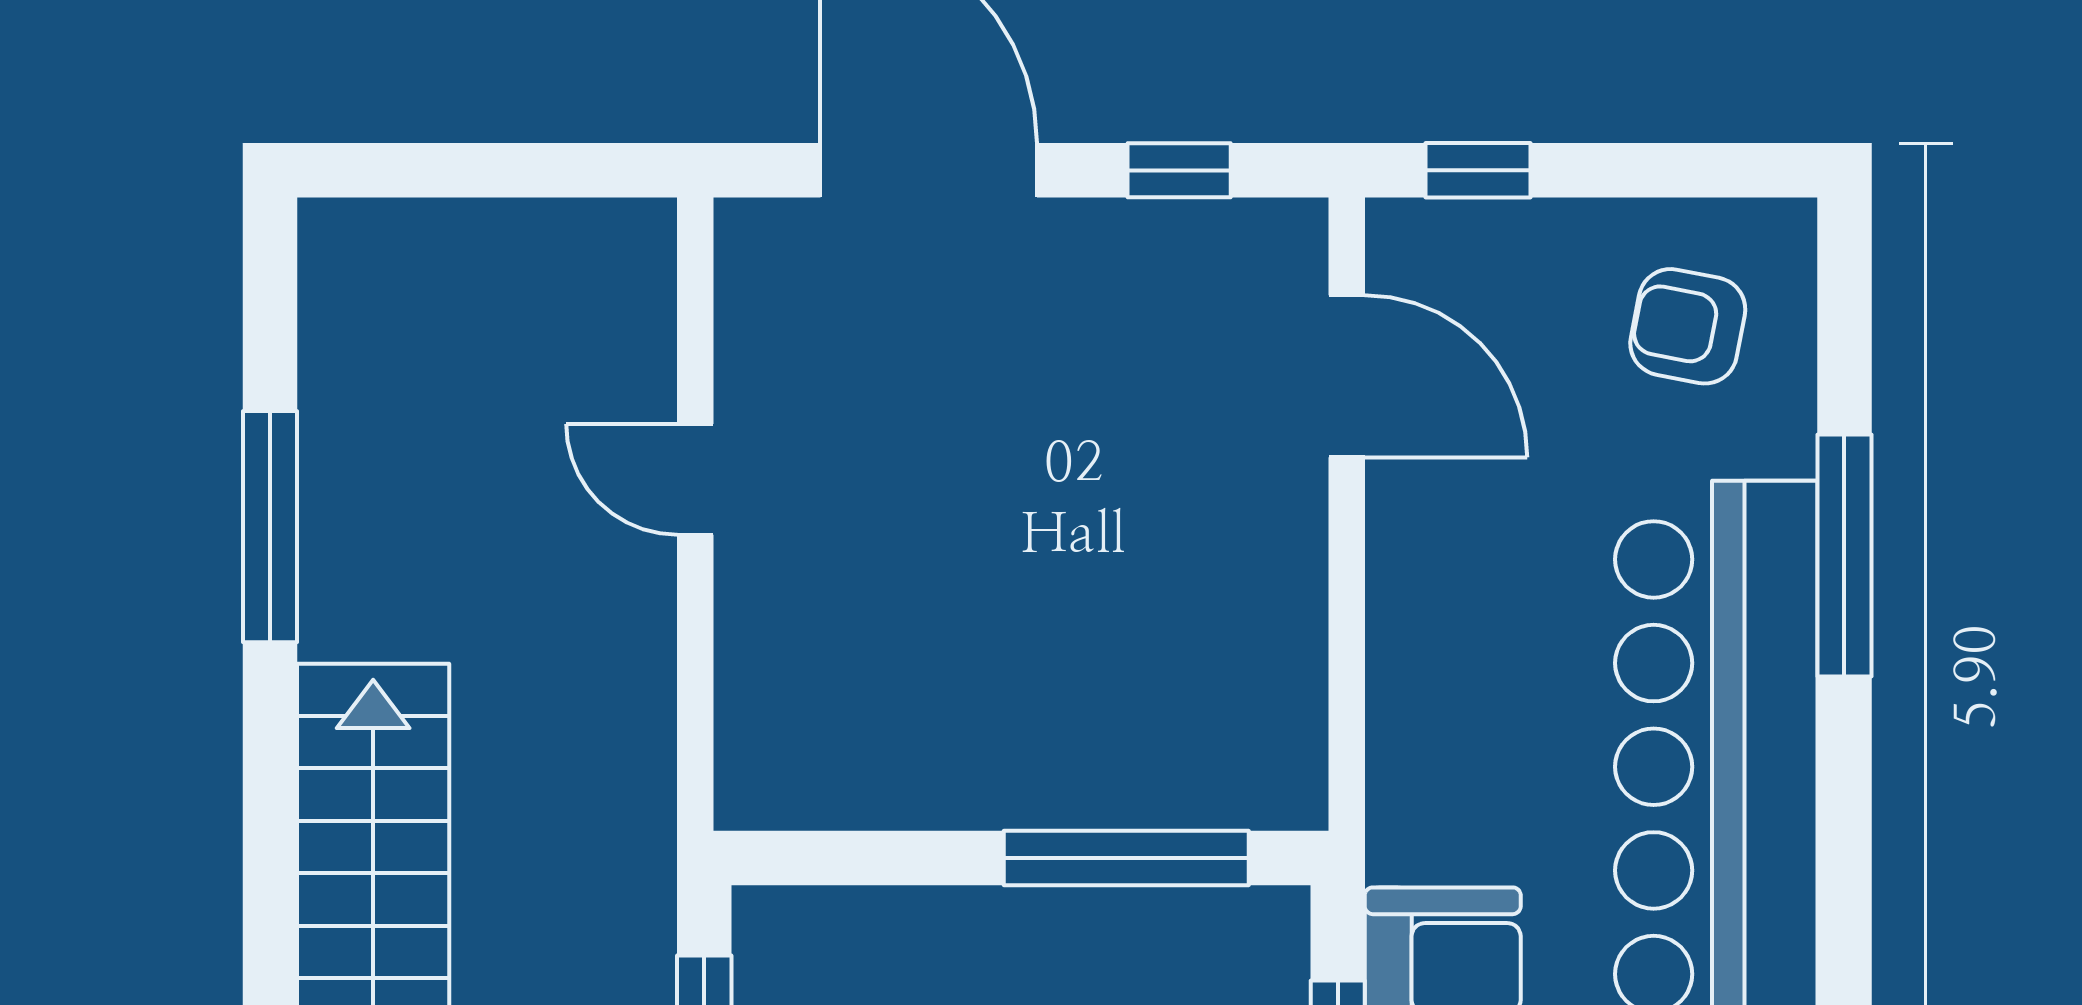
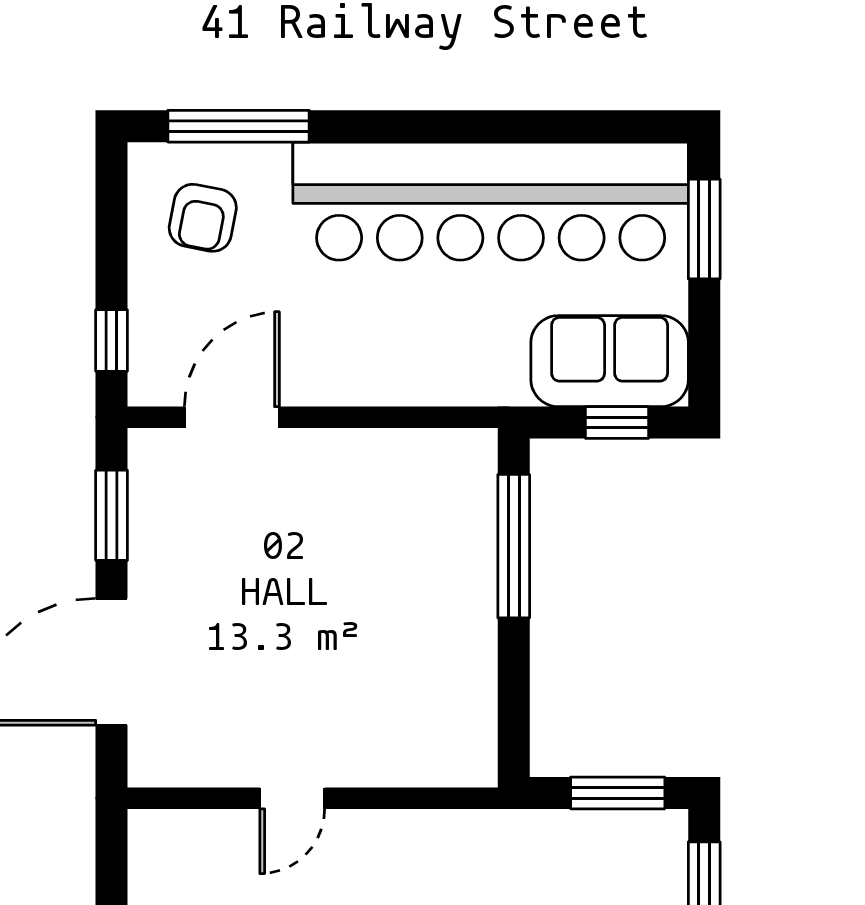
window: (1179, 170) -> (112, 515), width x1.50
window: (1844, 556) -> (238, 126), moved

